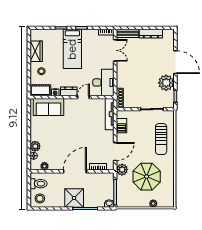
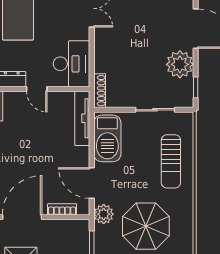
door: (83, 97) -> (37, 89), swing flipped
barbecue: (121, 126) -> (107, 138), width x1.88, depth x1.53
door: (115, 152) -> (92, 183), swing flipped

